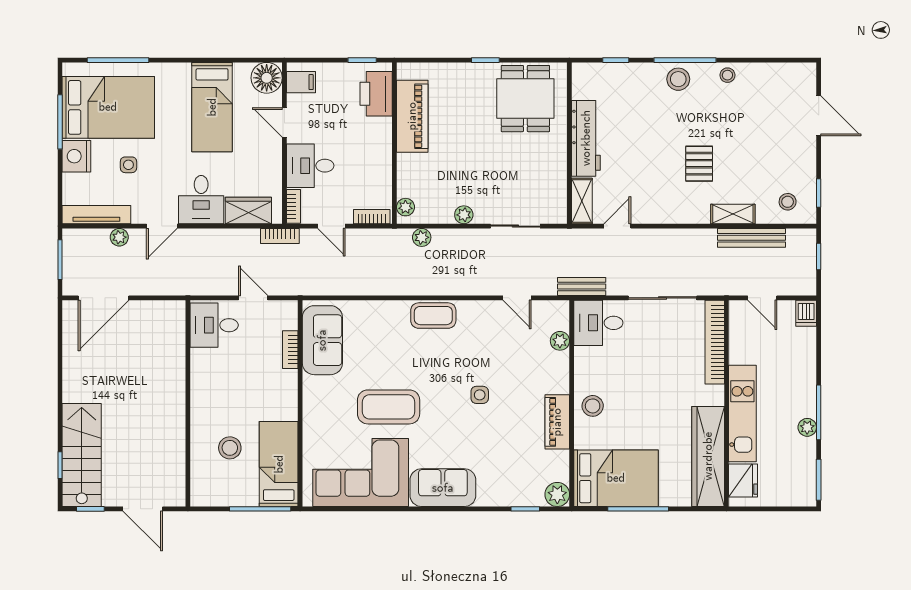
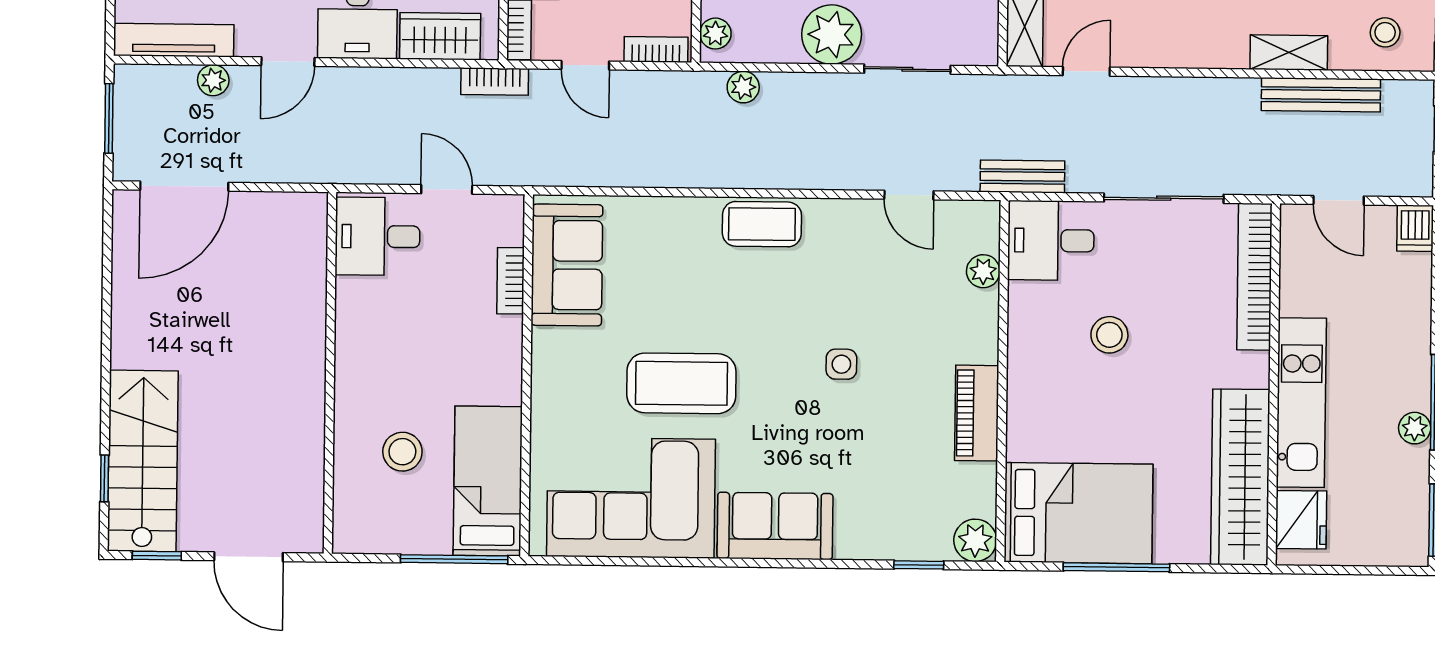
plant: (464, 215) -> (832, 35), width x1.87, depth x1.87
stool: (593, 406) -> (1109, 335), moved

